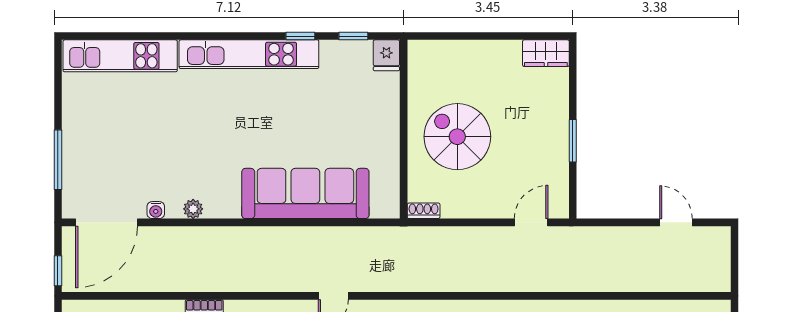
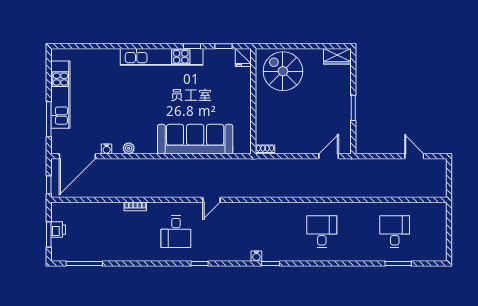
kitchen unit: (120, 56) -> (60, 95), moved, turned -90
spiral stairs: (457, 137) -> (283, 71), moved

